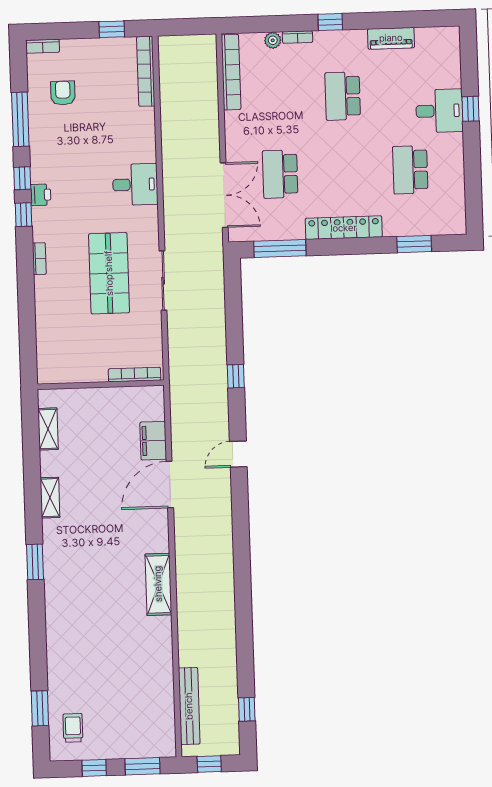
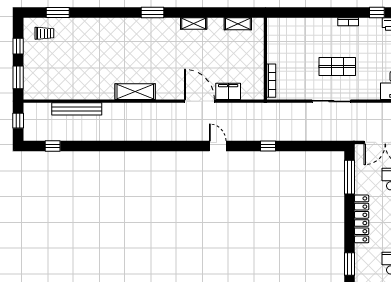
shop shelf: (109, 273) -> (337, 66), width x0.70, depth x0.74
bench: (189, 706) -> (77, 109), moved

